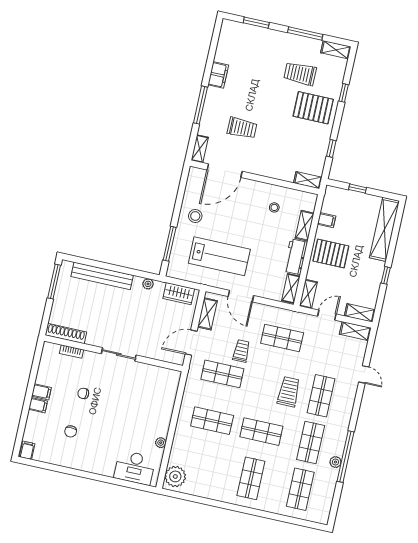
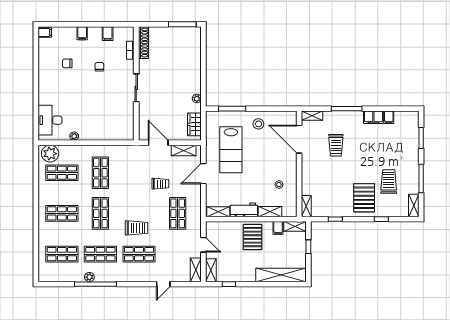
filing cabinet: (222, 56) -> (389, 117), added
window: (386, 275) -> (229, 284), moved
bench: (102, 276) -> (195, 61), removed
shelving: (308, 294) -> (295, 226), moved
shop shelf: (222, 374) -> (62, 173), moved, turned 90
filing cabinet: (41, 392) -> (108, 34), moved

